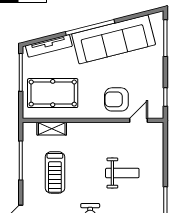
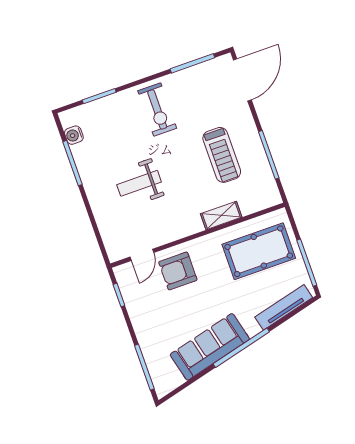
sofa: (114, 39) -> (210, 347), width x0.74, depth x0.79
armchair: (116, 99) -> (178, 271), turned 180
shelving: (52, 129) -> (221, 215), moved
treadmill: (55, 172) -> (222, 155), turned 180

